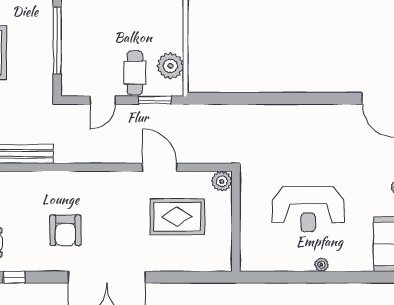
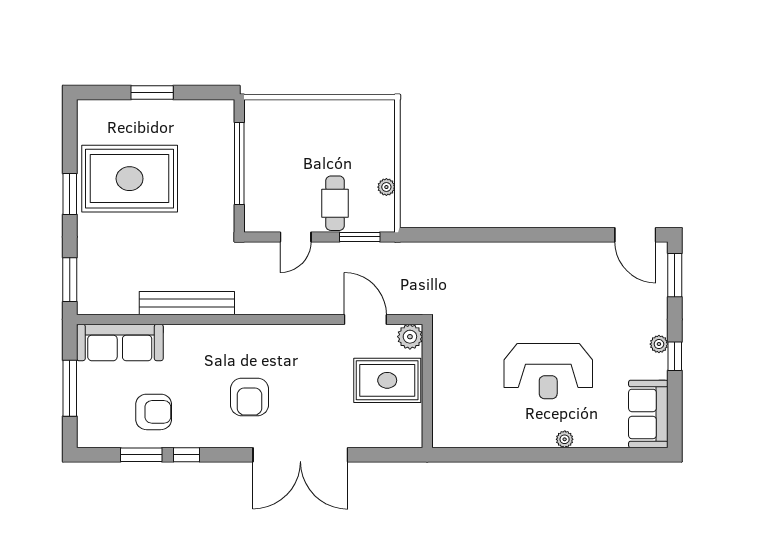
plant: (170, 66) -> (386, 187), width x0.53, depth x0.53
plant: (222, 181) -> (410, 337), moved
wall: (236, 221) -> (427, 386), moved

